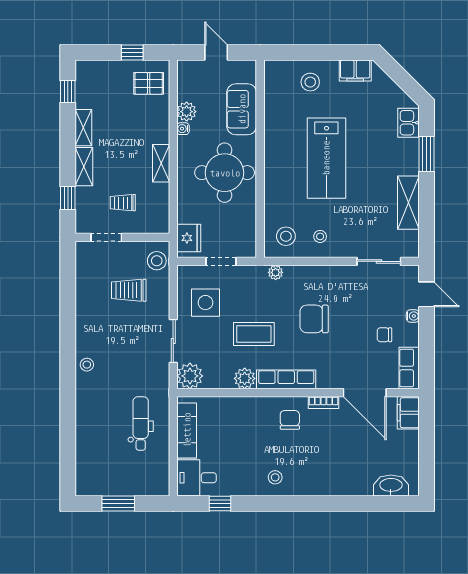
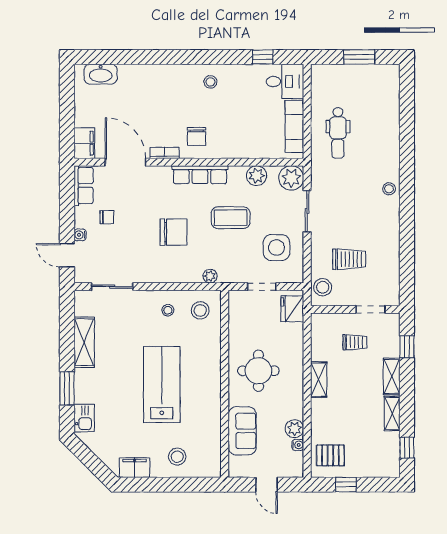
water cooler: (183, 129) -> (298, 445), moved
round table: (225, 173) -> (258, 371), width x0.73, depth x0.73
plant: (245, 378) -> (257, 176), moved

